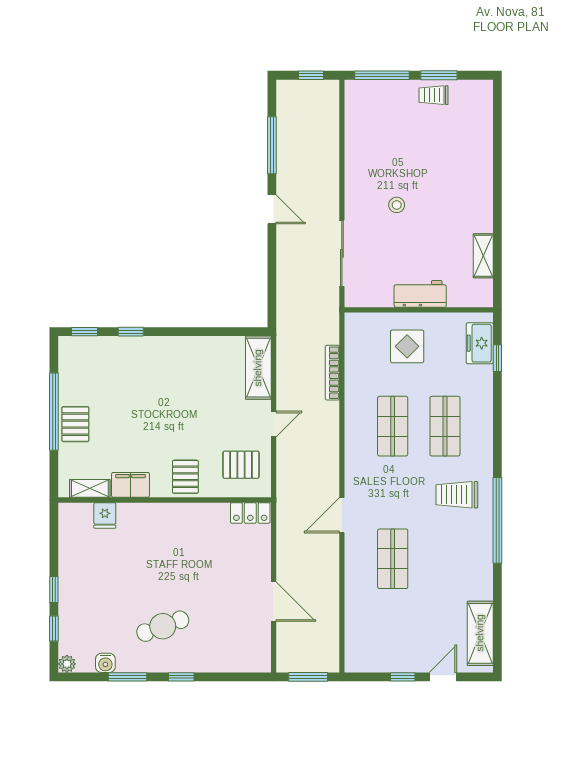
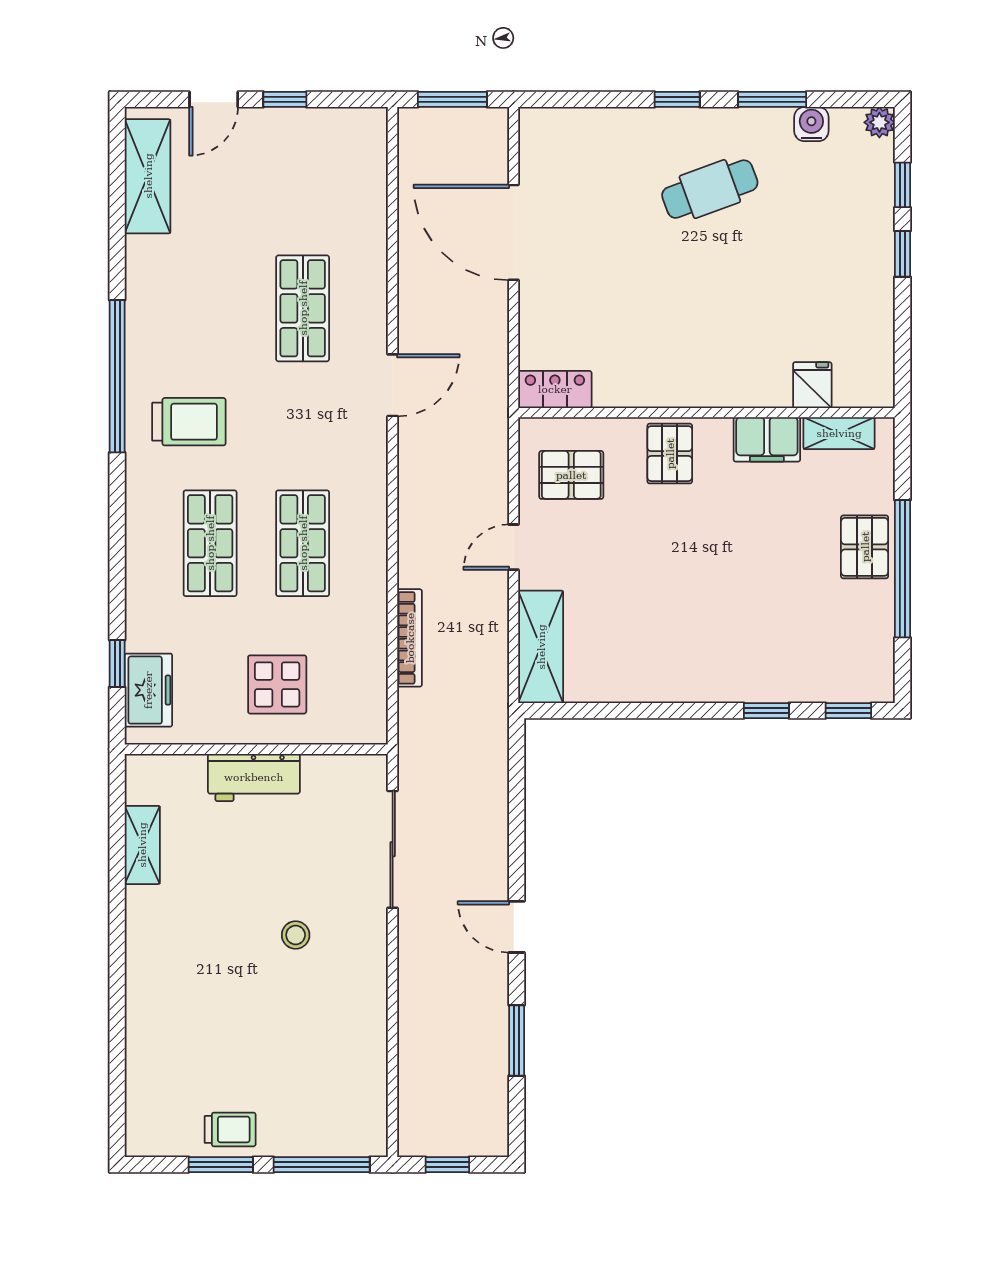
window: (272, 145) -> (517, 1041), width x0.69
door: (274, 602) -> (514, 232), width x1.36

